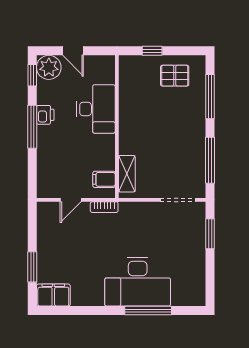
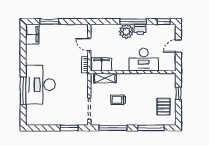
plant: (49, 67) -> (126, 32), moved
trolley: (163, 151) -> (118, 100), added
filing cabinet: (104, 179) -> (102, 65), width x2.00

